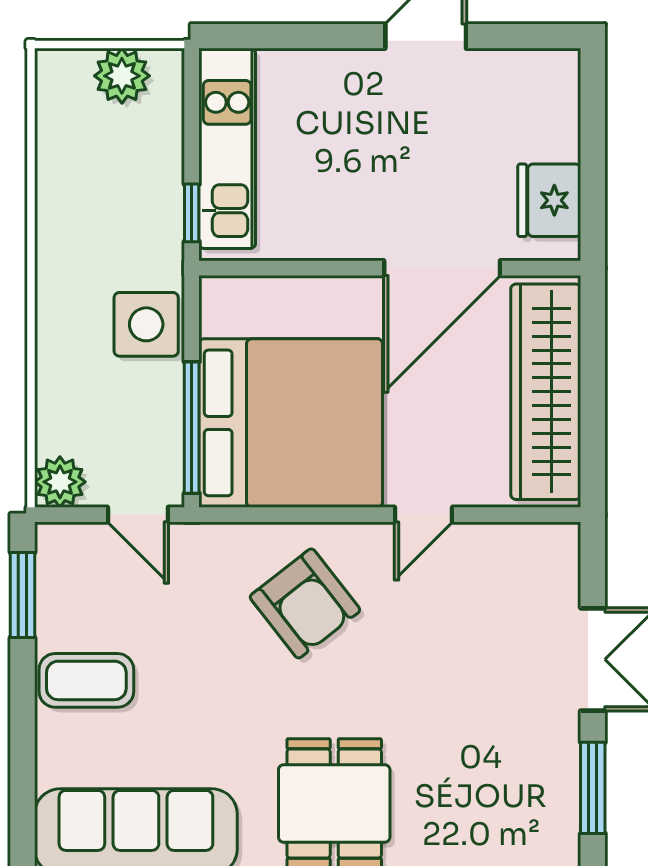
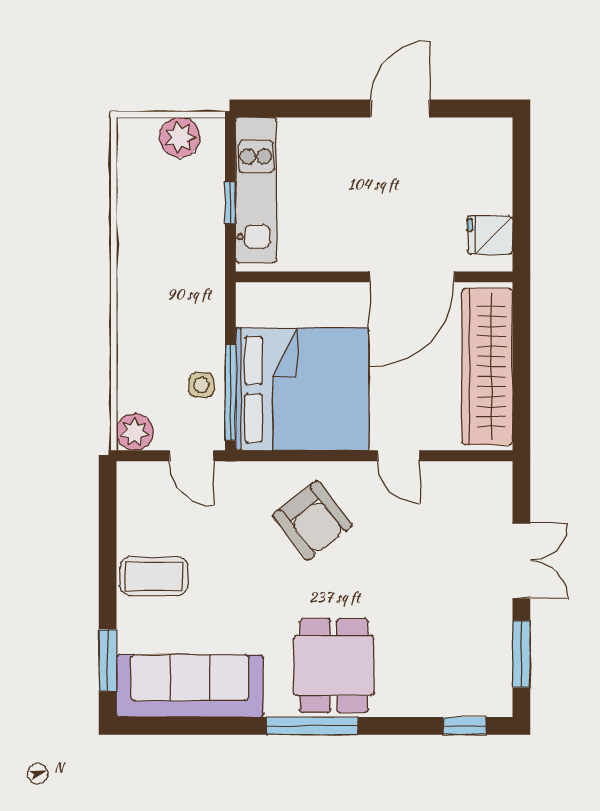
fridge: (549, 200) -> (490, 235), width x0.72
window: (192, 213) -> (230, 203), moved
side table: (146, 324) -> (201, 385), moved, width x0.54, depth x0.54
door: (424, 515) -> (399, 456), hinge flipped
window: (23, 595) -> (108, 660), moved

